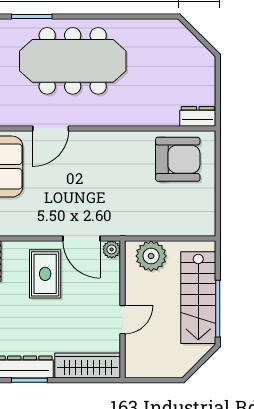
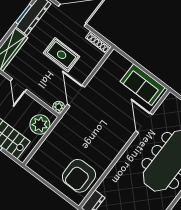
door: (81, 239) -> (76, 96), hinge flipped
rug: (45, 274) -> (62, 55), moved

